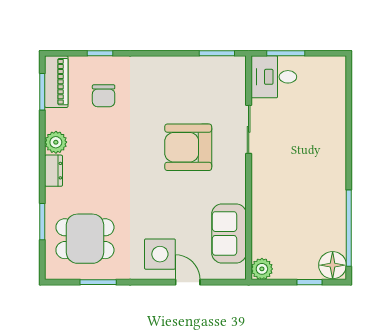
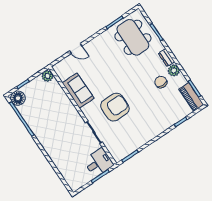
chair: (104, 96) -> (161, 82), moved
sofa: (229, 233) -> (78, 91), moved
dining table: (85, 239) -> (133, 37), width x1.38
side table: (160, 254) -> (96, 53), removed

